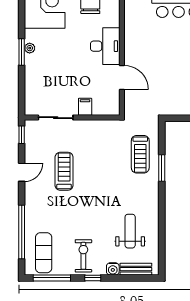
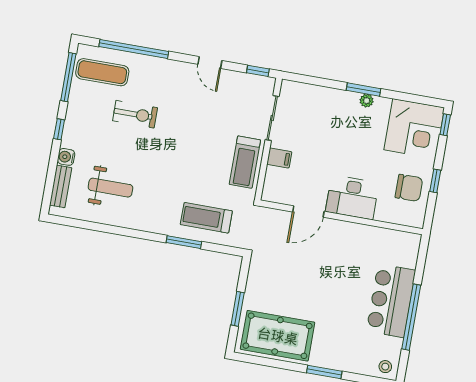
treadmill: (64, 171) -> (245, 162), moved, turned 90
exercise bike: (83, 256) -> (135, 114), moved

